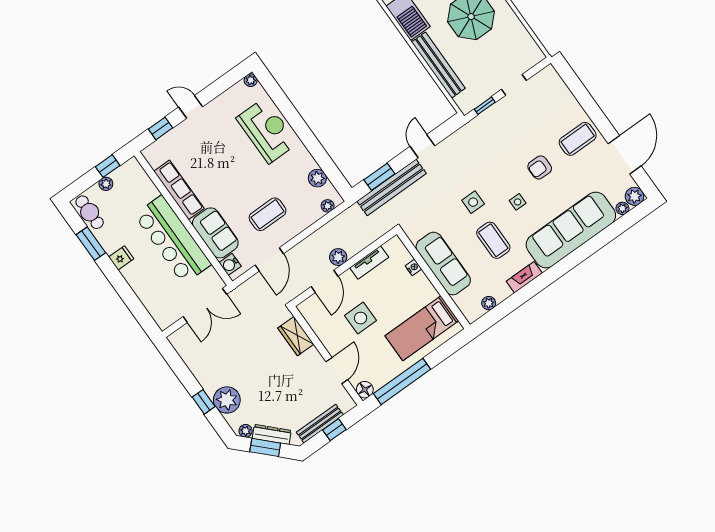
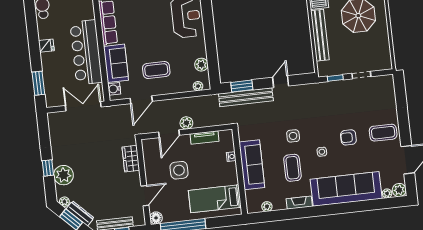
window: (91, 244) -> (38, 83), moved
double door: (205, 305) -> (83, 106), swing flipped

